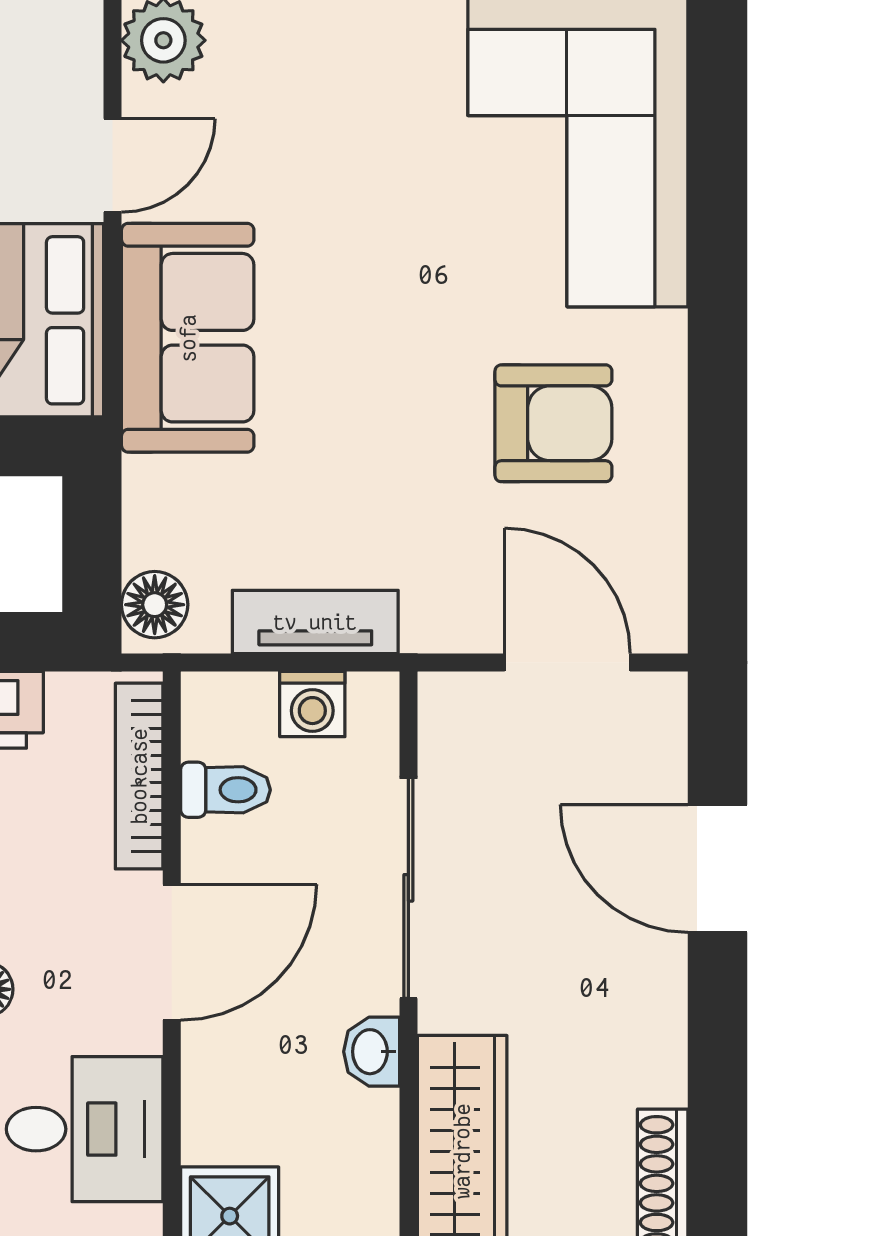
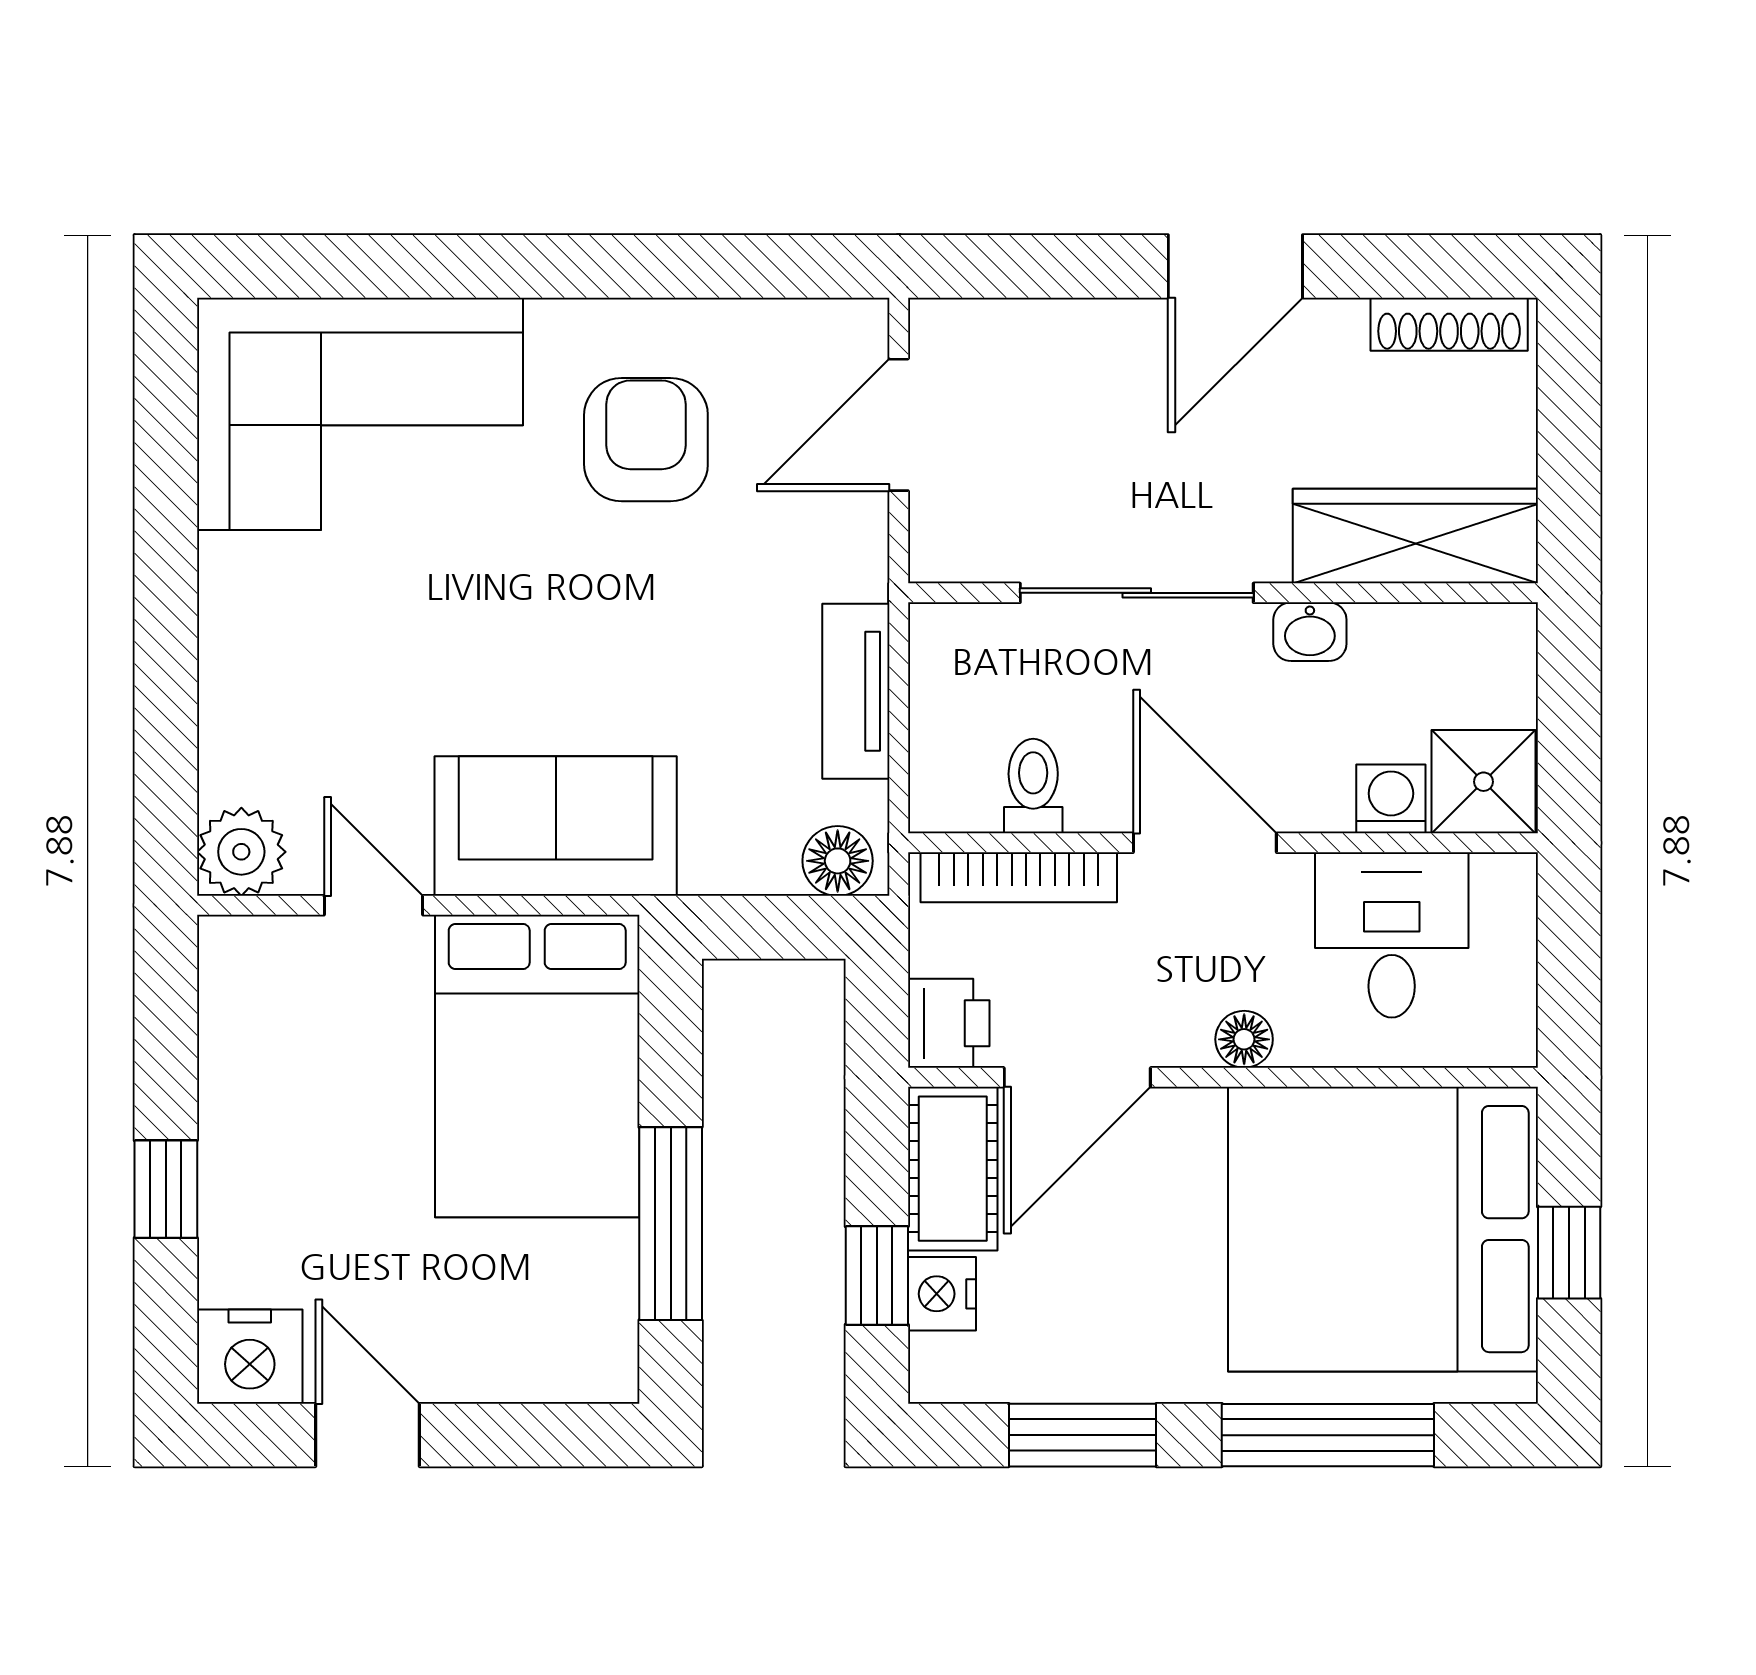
washing machine: (312, 704) -> (1391, 799), moved, turned -90
door: (718, 869) -> (1235, 266), moved

